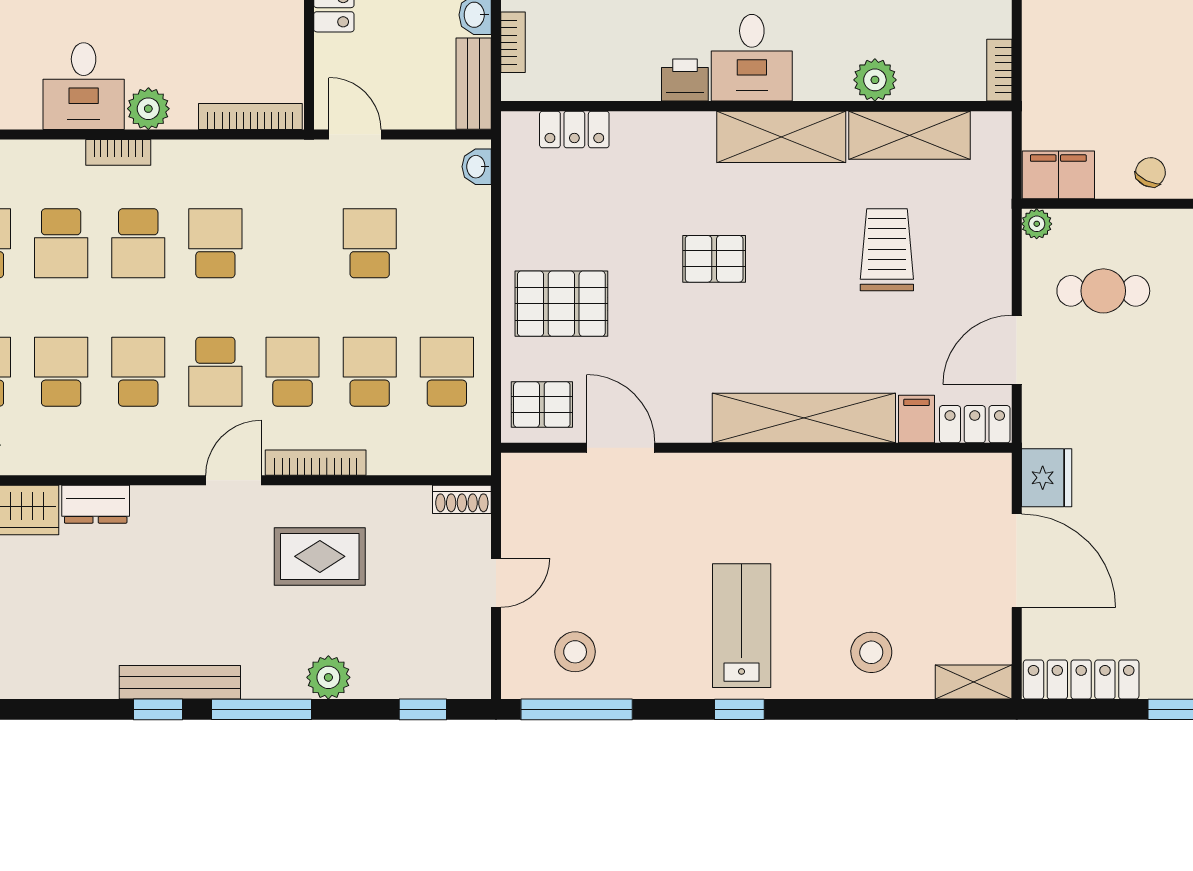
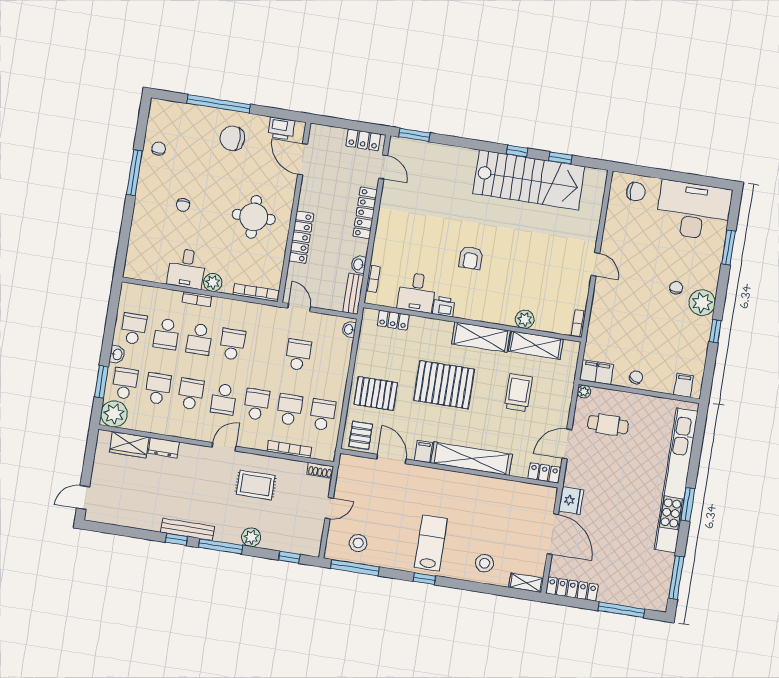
desk: (752, 58) -> (417, 292), moved
pallet: (714, 259) -> (444, 385), width x2.05, depth x2.00
pallet: (542, 405) -> (361, 435), turned 90
filing cabinet: (916, 419) -> (423, 452), moved
bookcase: (316, 463) -> (289, 449), moved

